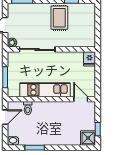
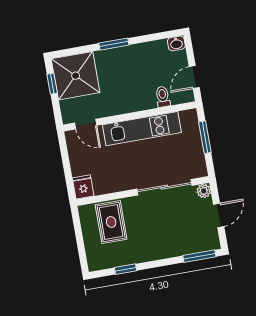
rug: (59, 18) -> (111, 222), moved
shower: (88, 138) -> (76, 76), width x1.86, depth x1.86
window: (35, 148) -> (114, 44), moved

